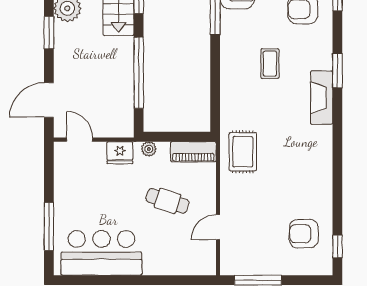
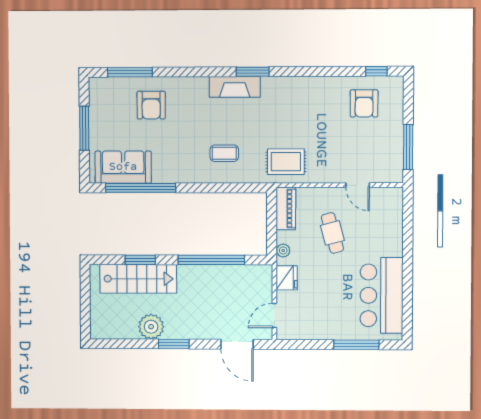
coffee table: (270, 64) -> (224, 153), moved
window: (337, 71) -> (253, 72), moved
cafe table: (167, 201) -> (332, 233), turned -33

